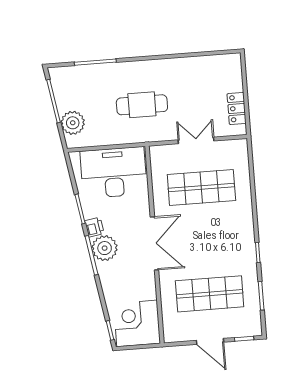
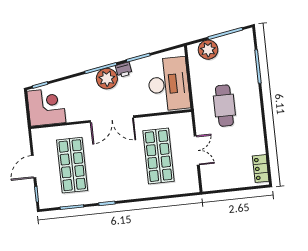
locker: (237, 109) -> (261, 169), moved, turned -90

